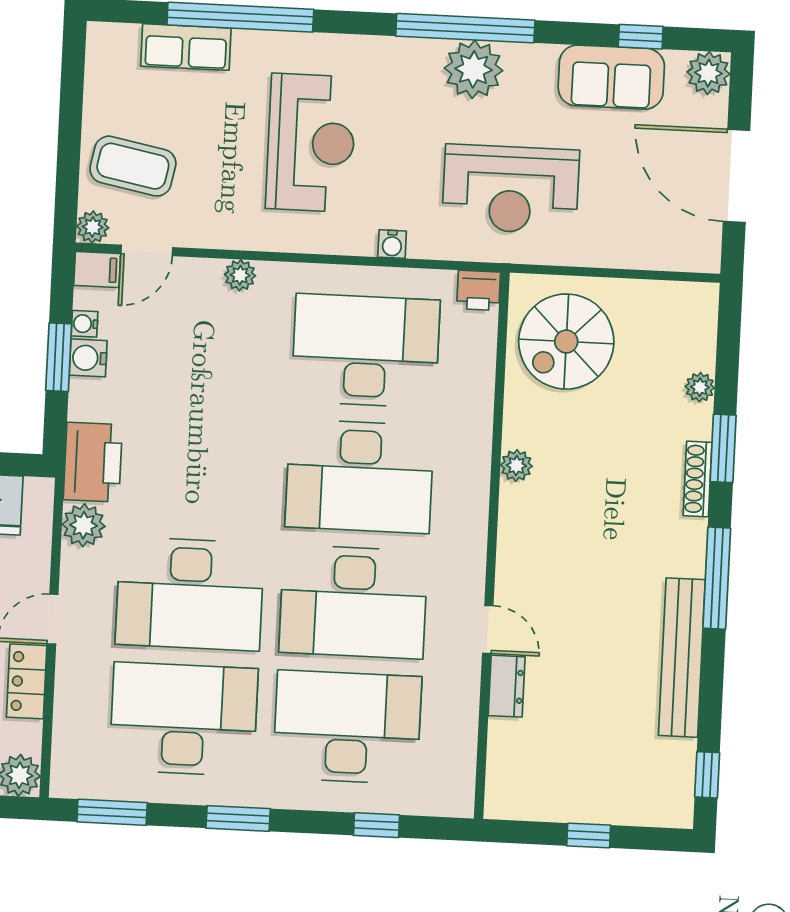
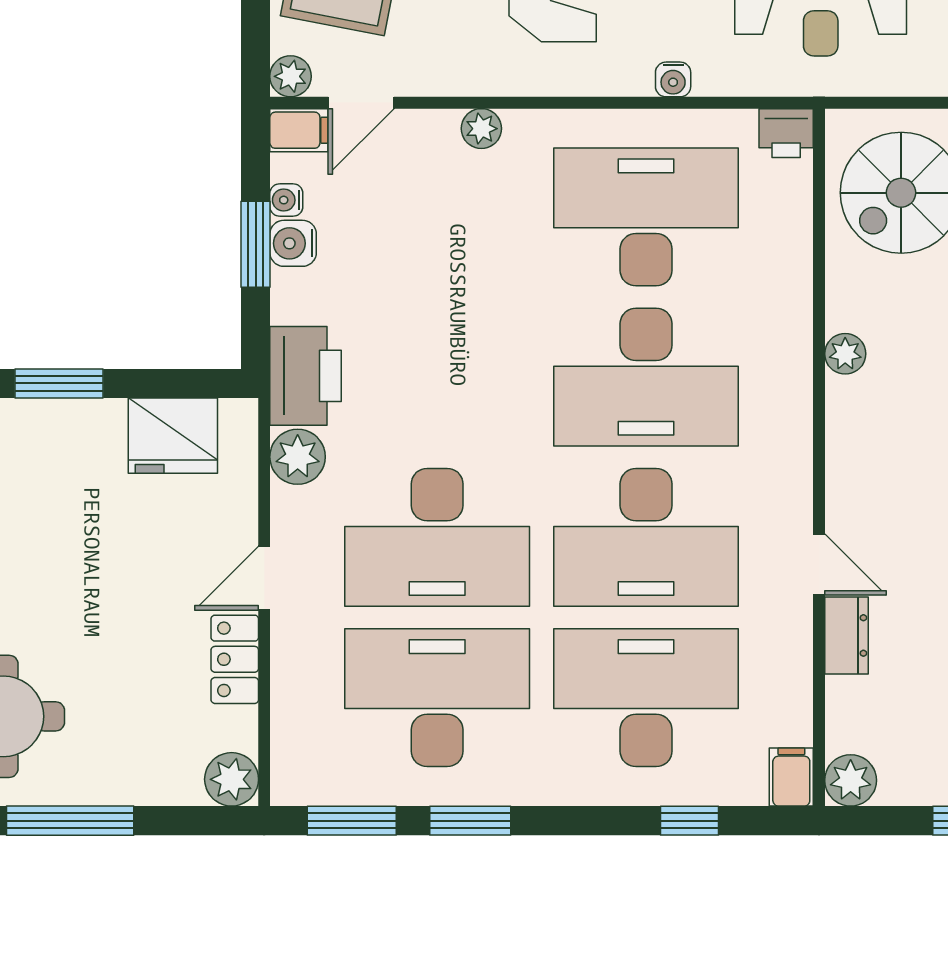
filing cabinet: (458, 795) -> (791, 777), added
plant: (504, 800) -> (851, 780), added
window: (238, 818) -> (470, 821), moved

